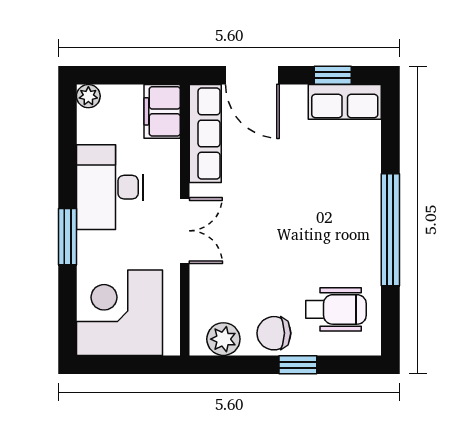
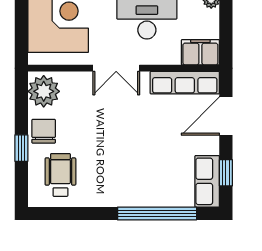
window: (390, 230) -> (157, 214), moved
wheelchair: (336, 309) -> (60, 175), turned 180
plant: (223, 339) -> (44, 91), width x1.36, depth x1.36

